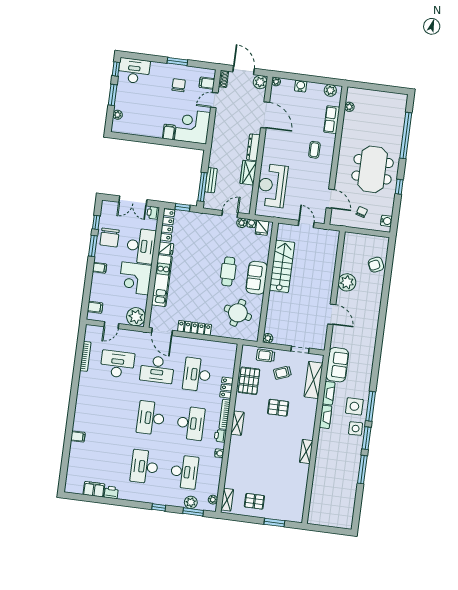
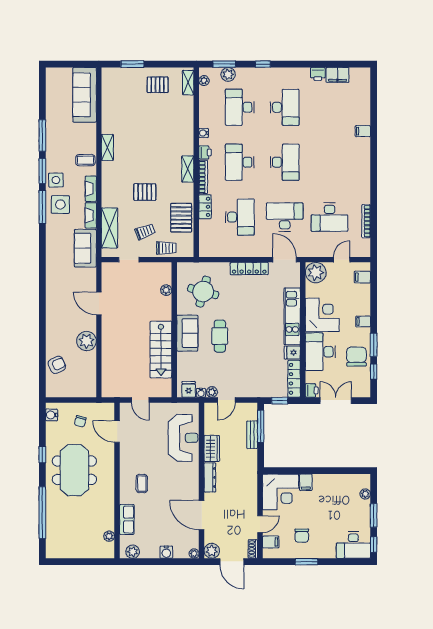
plant: (268, 338) -> (166, 290), moved
coffee table: (327, 443) -> (85, 160), added
sofa: (320, 501) -> (85, 95), added

